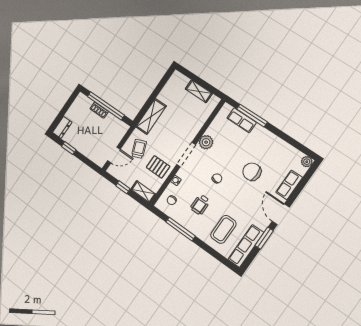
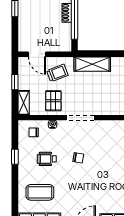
plant: (206, 142) -> (102, 127), removed
chair: (252, 172) -> (104, 183), removed
window: (181, 229) -> (15, 157), width x0.46

